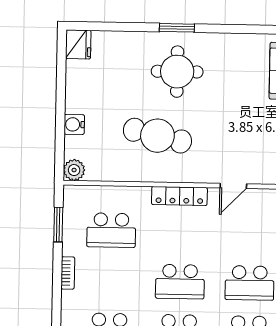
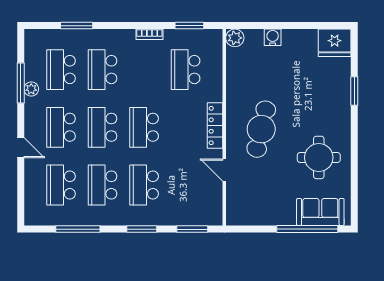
window: (177, 28) -> (354, 91), moved
fridge: (78, 44) -> (335, 43), width x1.36, depth x1.34
round table: (177, 72) -> (319, 157), moved
cafe table: (157, 136) -> (261, 129), moved

